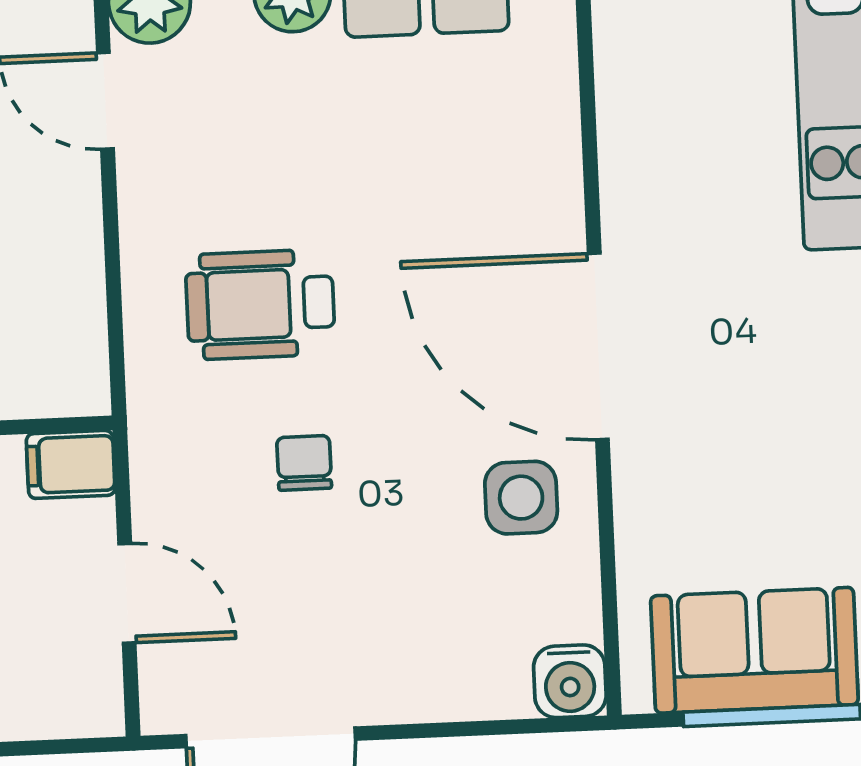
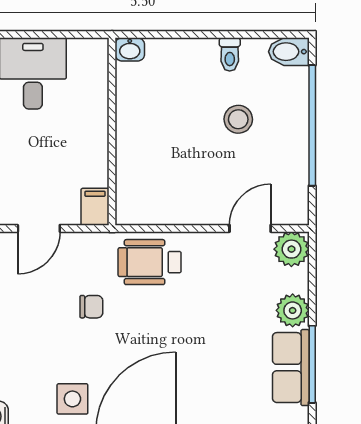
wheelchair: (260, 304) -> (150, 262), moved, turned -90

